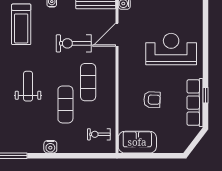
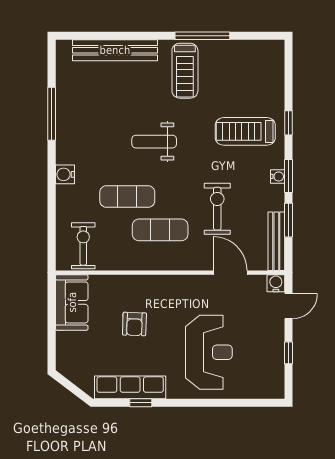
weight bench: (28, 86) -> (154, 142), turned 180
exercise bike: (99, 134) -> (83, 246), width x1.38, depth x1.39

